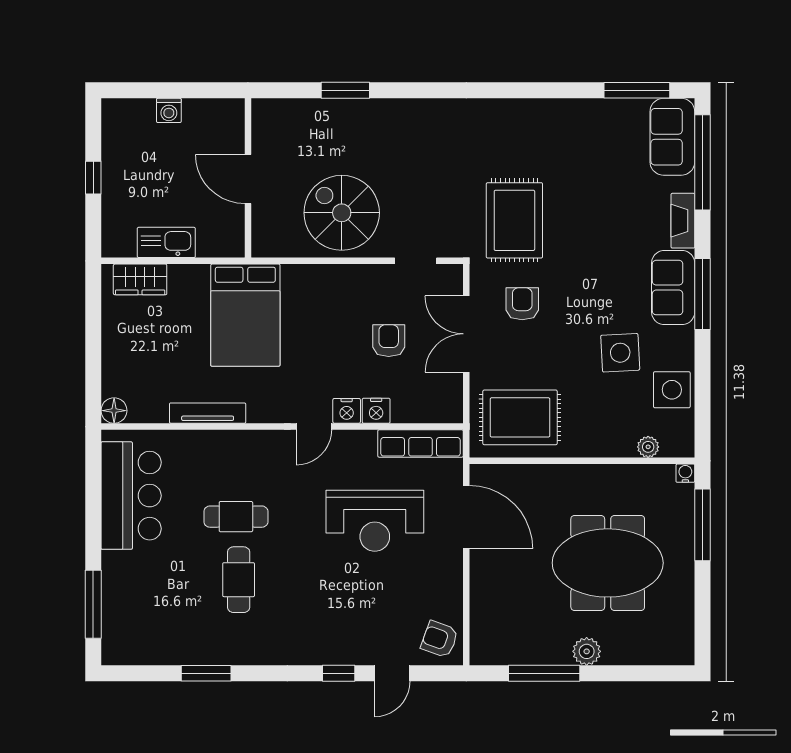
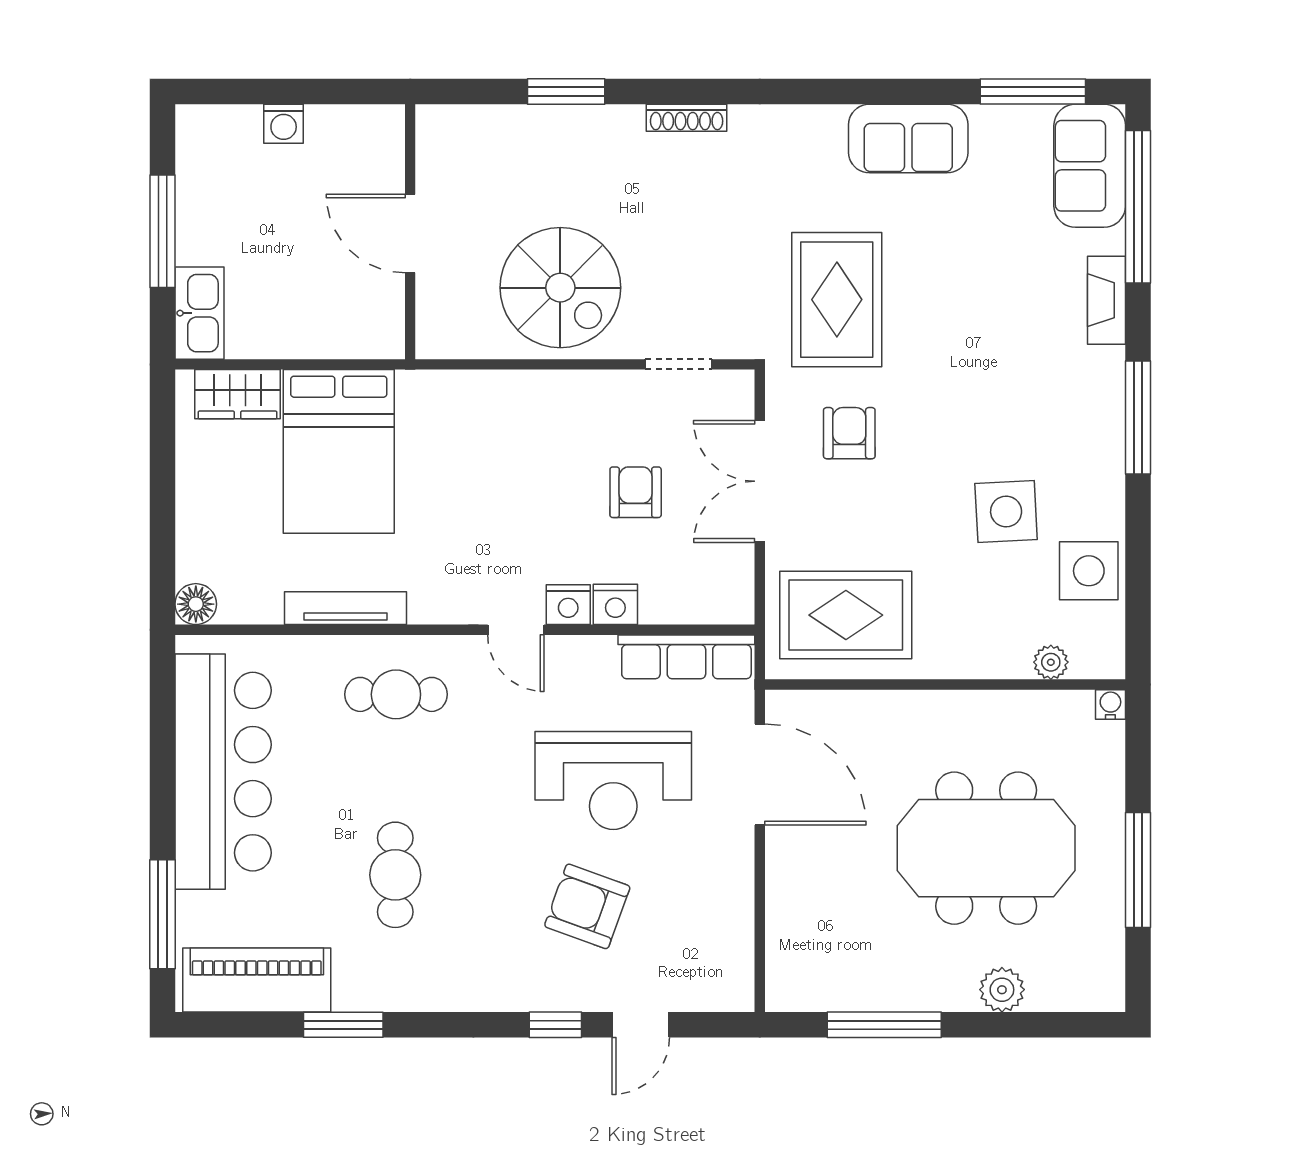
shoe rack: (421, 107) -> (687, 118), added
window: (93, 178) -> (163, 231), width x2.17
spiral stairs: (342, 213) -> (560, 288), turned 180
kitchen sink: (166, 242) -> (200, 313), moved, turned 90
sofa: (673, 288) -> (908, 139), moved, turned -90
bed: (245, 315) -> (339, 451), moved
door: (314, 427) -> (516, 630), hinge flipped
bar counter: (131, 496) -> (223, 772), width x1.36
cafe table: (236, 517) -> (396, 694), moved
window: (703, 525) -> (1138, 870), moved
armchair: (439, 639) -> (587, 906), moved, width x1.38, depth x1.38
piano: (152, 645) -> (257, 980), added
plant: (587, 651) -> (1002, 990), moved

